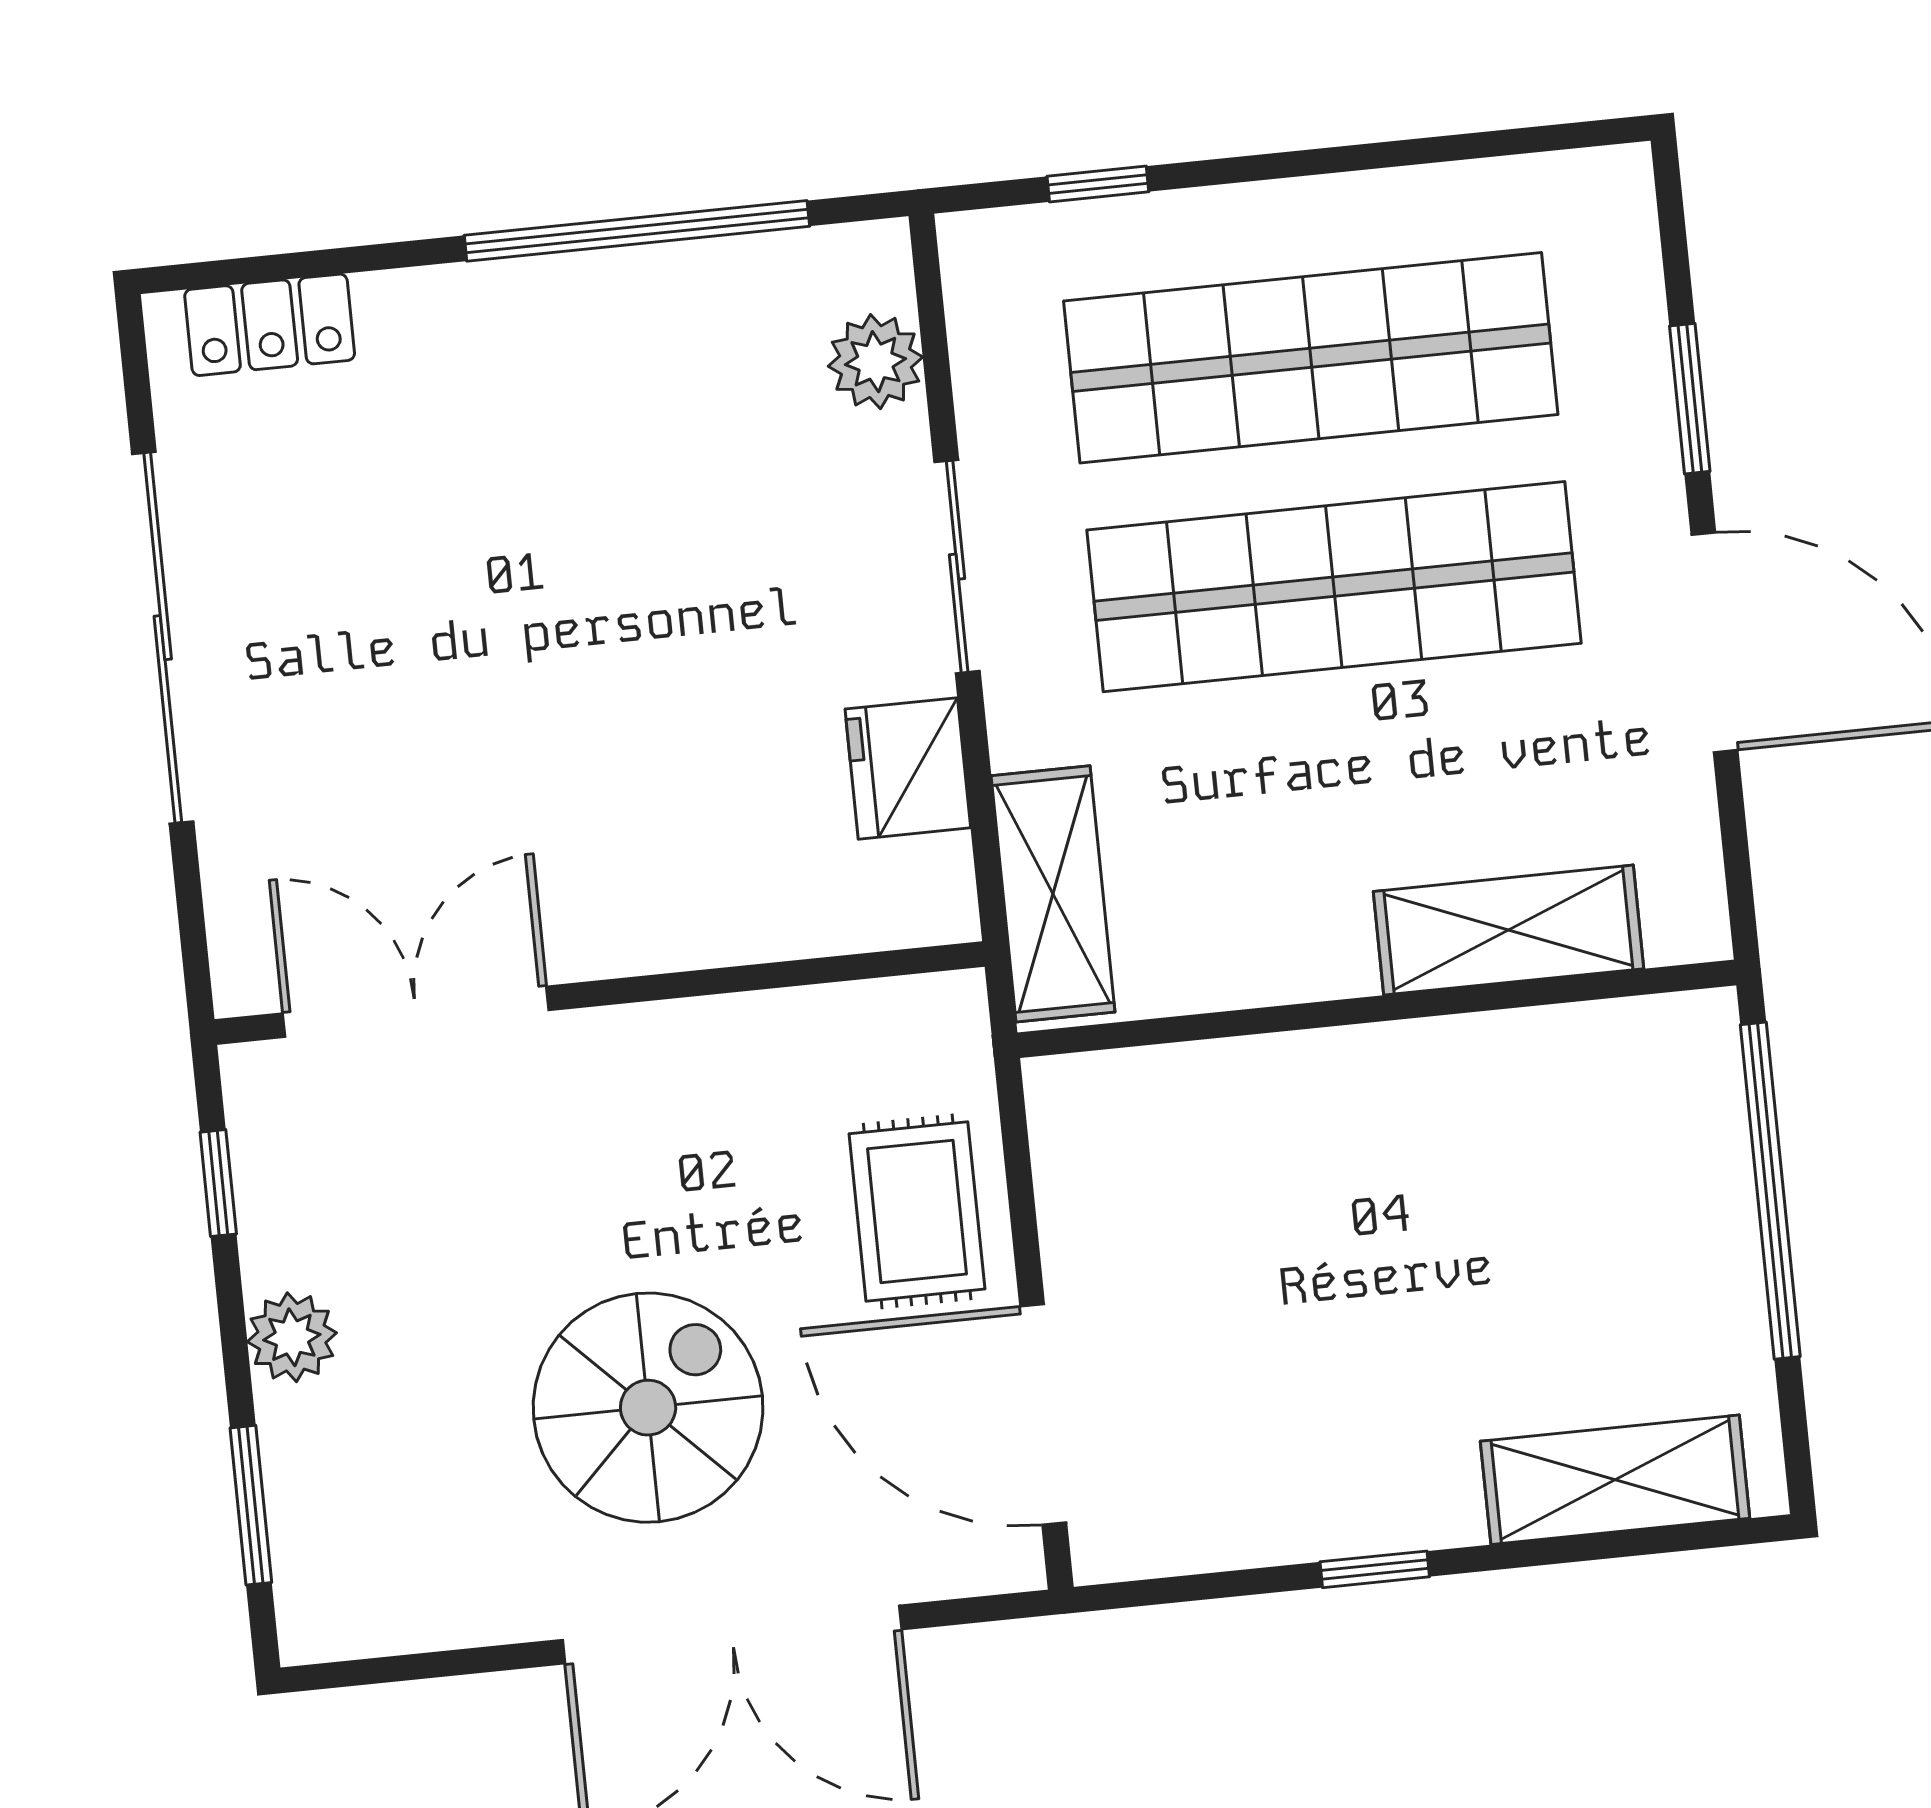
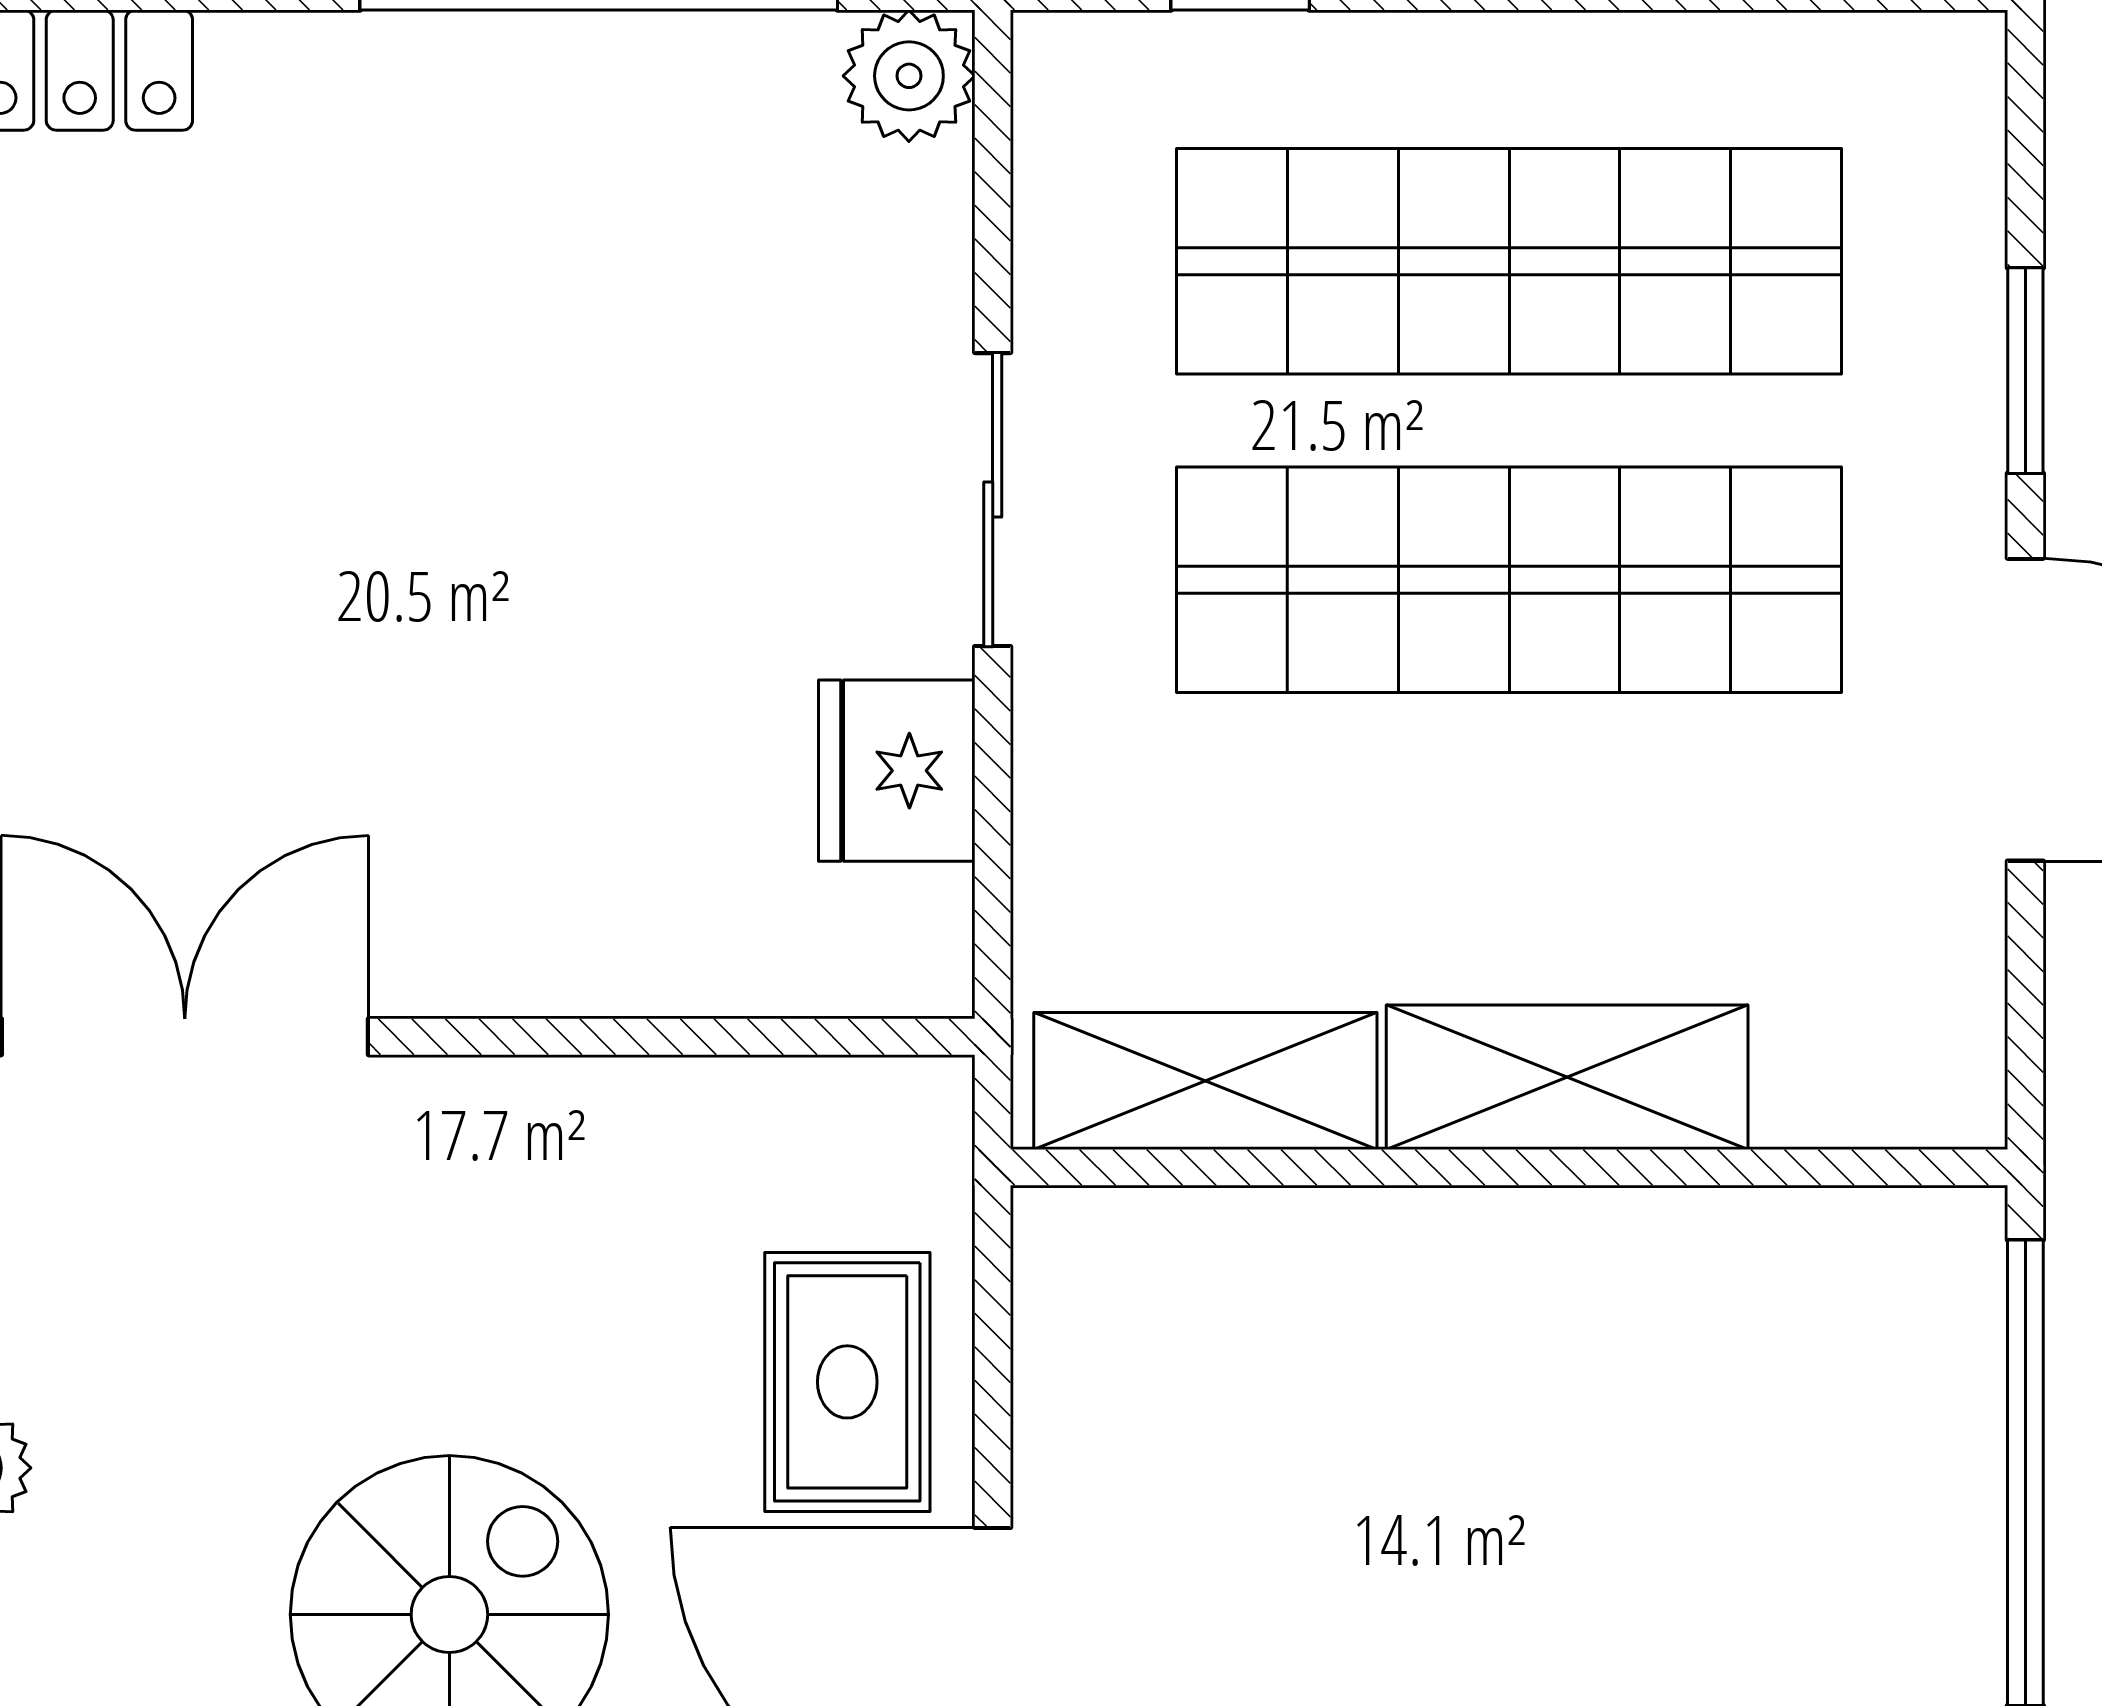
plant: (875, 362) -> (909, 76), moved
shelving: (1053, 894) -> (1205, 1081), moved, turned 90
shelving: (1508, 930) -> (1567, 1077), moved

